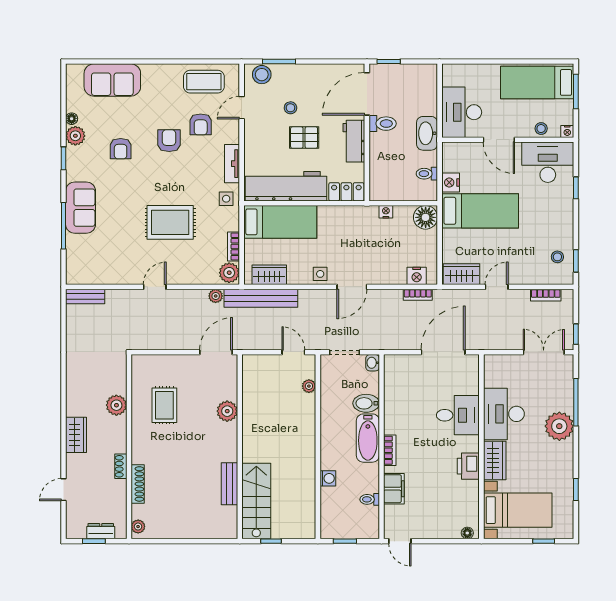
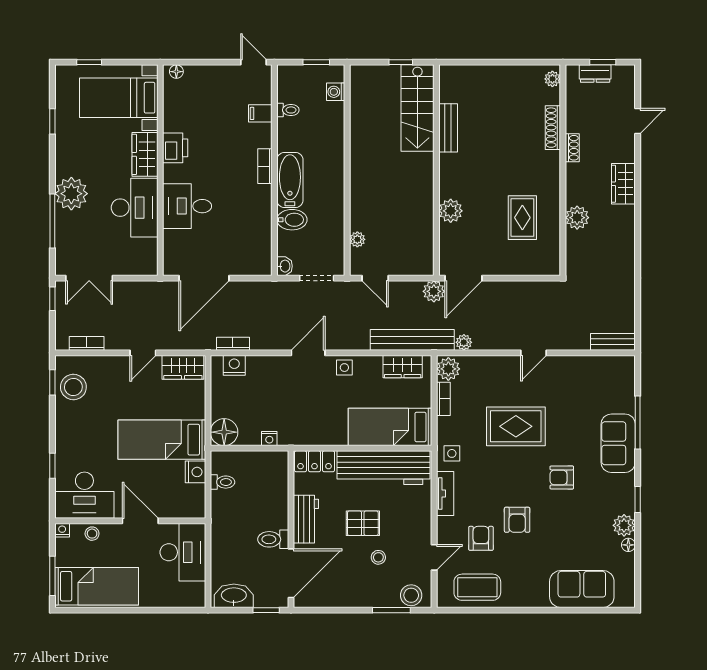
washbasin: (427, 133) -> (234, 596), moved, turned -90
armchair: (121, 149) -> (562, 477), moved, turned -90
stool: (557, 257) -> (73, 387), width x1.89, depth x1.89
plant: (242, 341) -> (434, 291), added
washing machine: (328, 478) -> (336, 92), moved
filing cabinet: (394, 489) -> (260, 113), width x0.50

